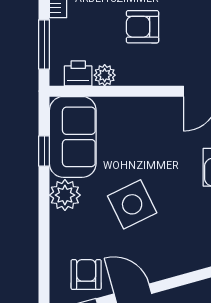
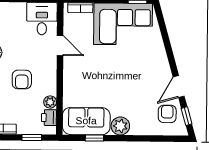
window: (44, 44) -> (32, 137), width x0.67
side table: (132, 204) -> (126, 87), removed
armchair: (86, 275) -> (167, 114), turned 90

